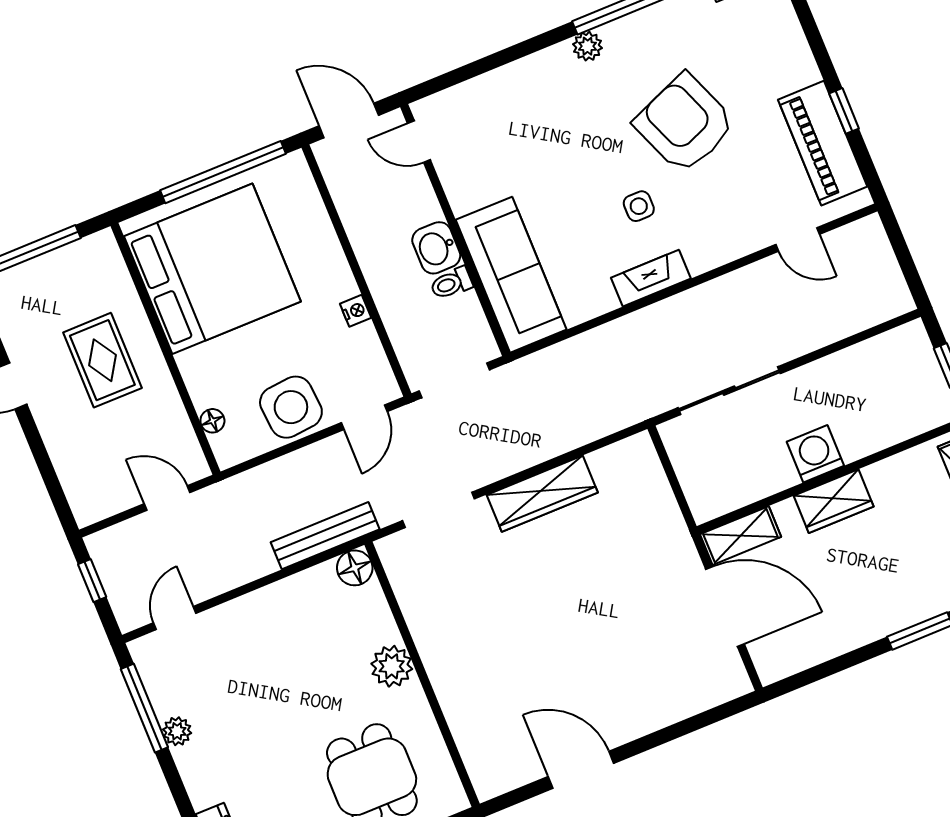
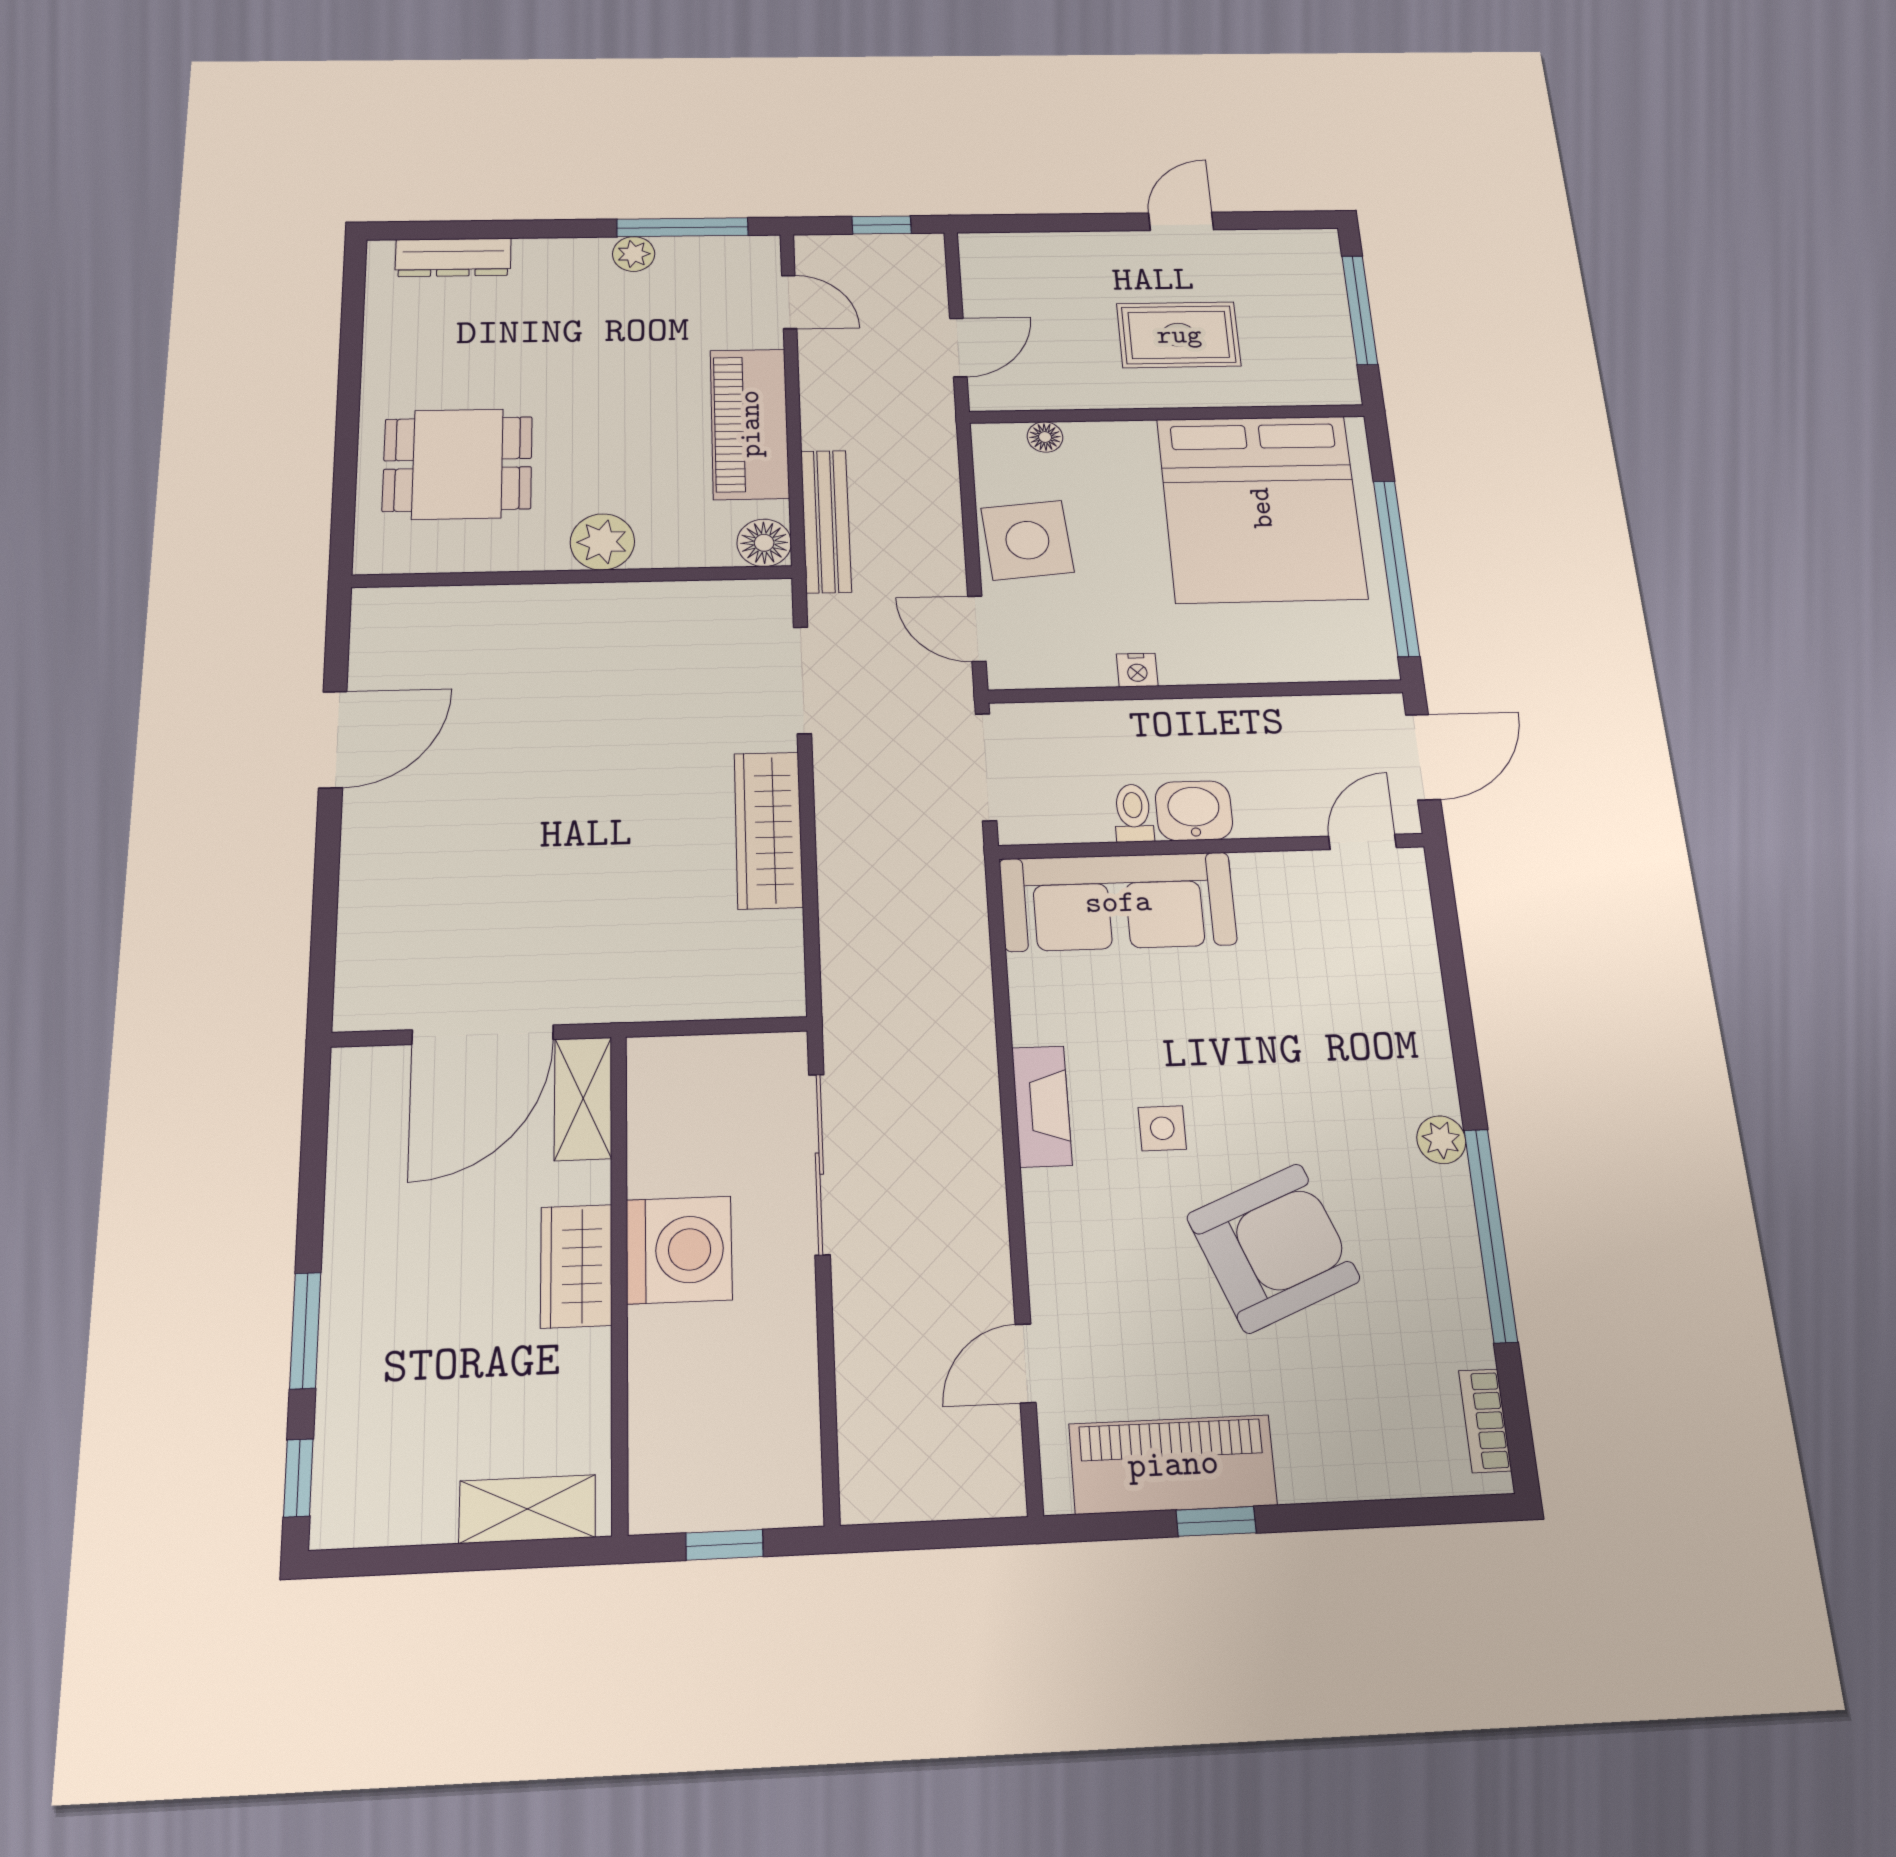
washing machine: (815, 454) -> (679, 1250), width x1.37, depth x1.37
piano: (274, 609) -> (750, 424), added

